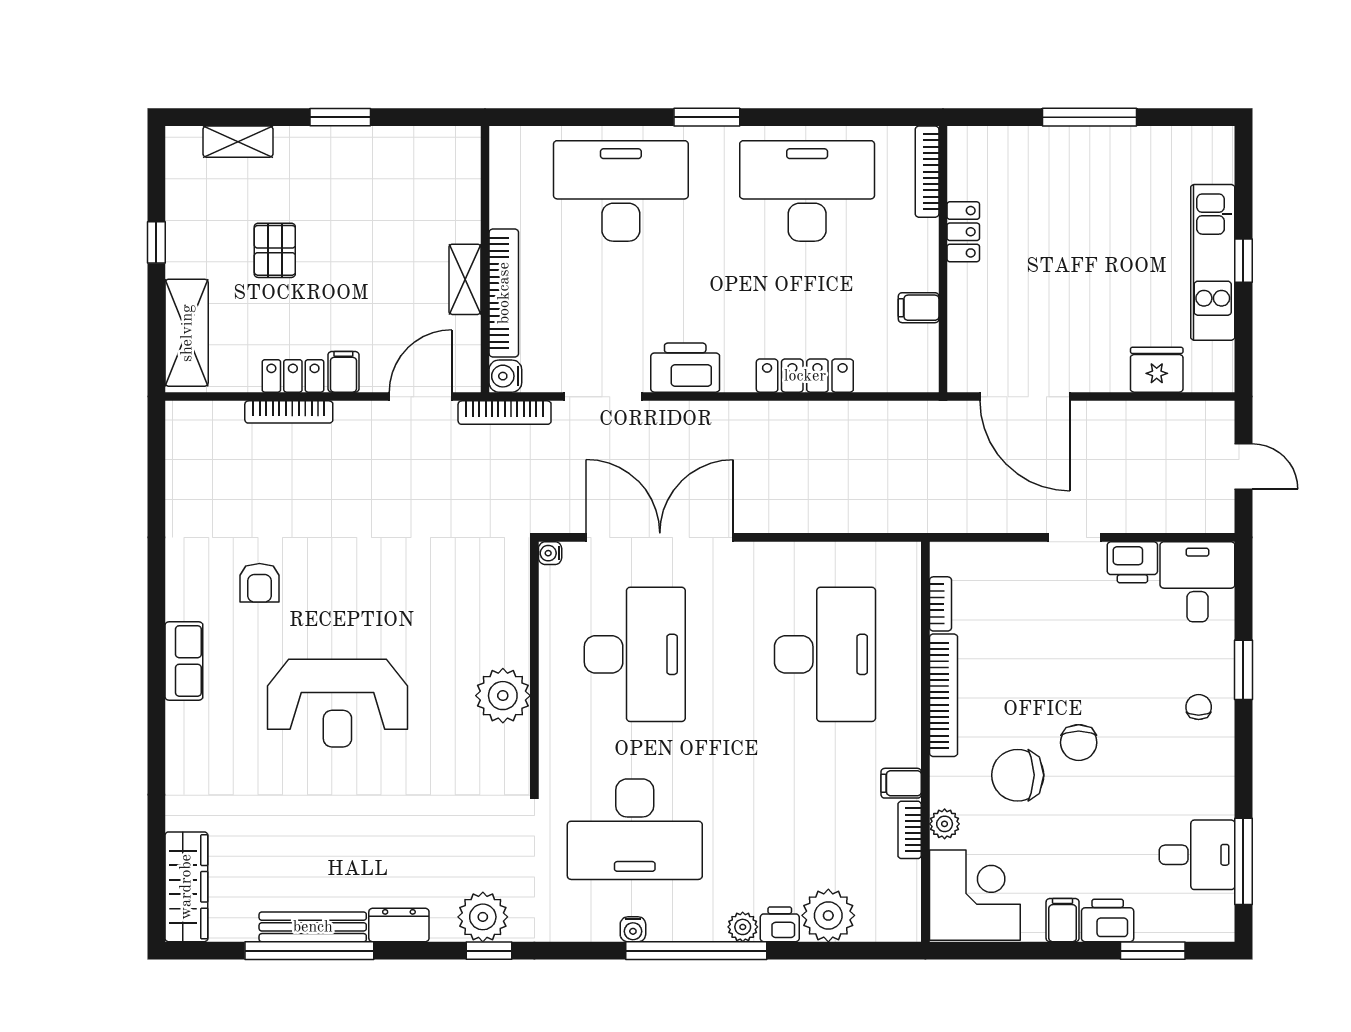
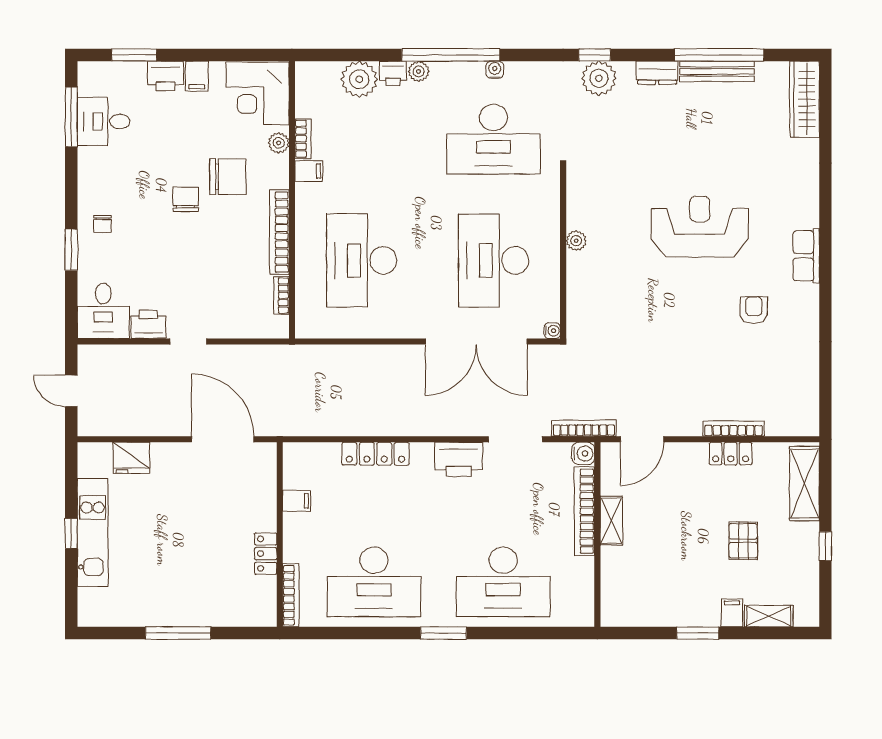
filing cabinet: (343, 372) -> (732, 613), moved, turned 180
plant: (503, 696) -> (576, 241), width x0.53, depth x0.53
desk: (635, 829) -> (494, 139), turned 180

